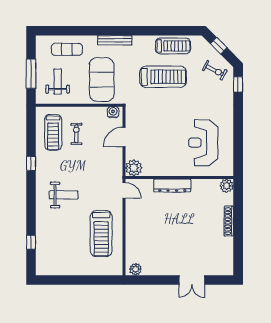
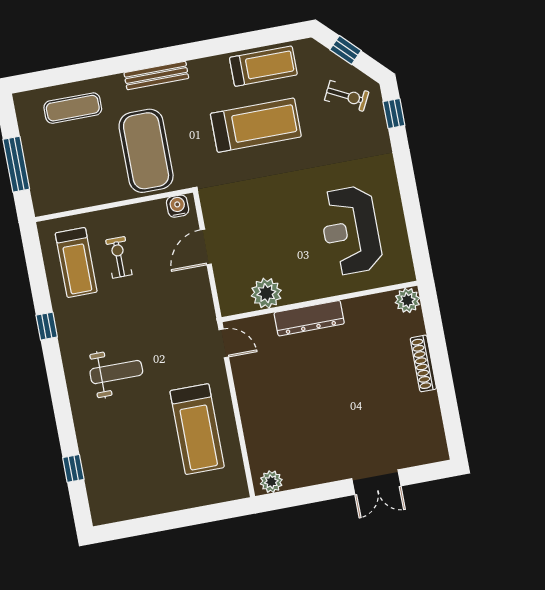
weight bench: (58, 81) -> (67, 169), removed
plant: (134, 168) -> (266, 293), moved

